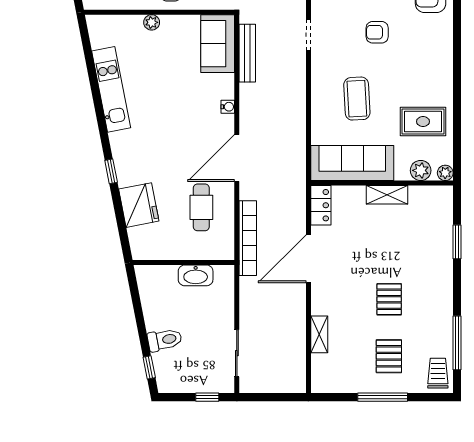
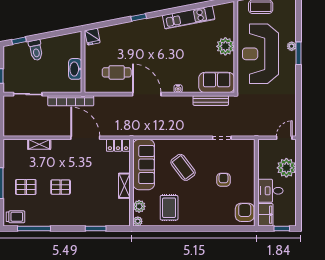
plant: (152, 22) -> (225, 46), width x1.88, depth x1.88
coffee table: (357, 99) -> (183, 167), turned 56
fridge: (139, 205) -> (92, 37), moved, width x0.53, depth x0.75
bookcase: (248, 238) -> (71, 101), moved

